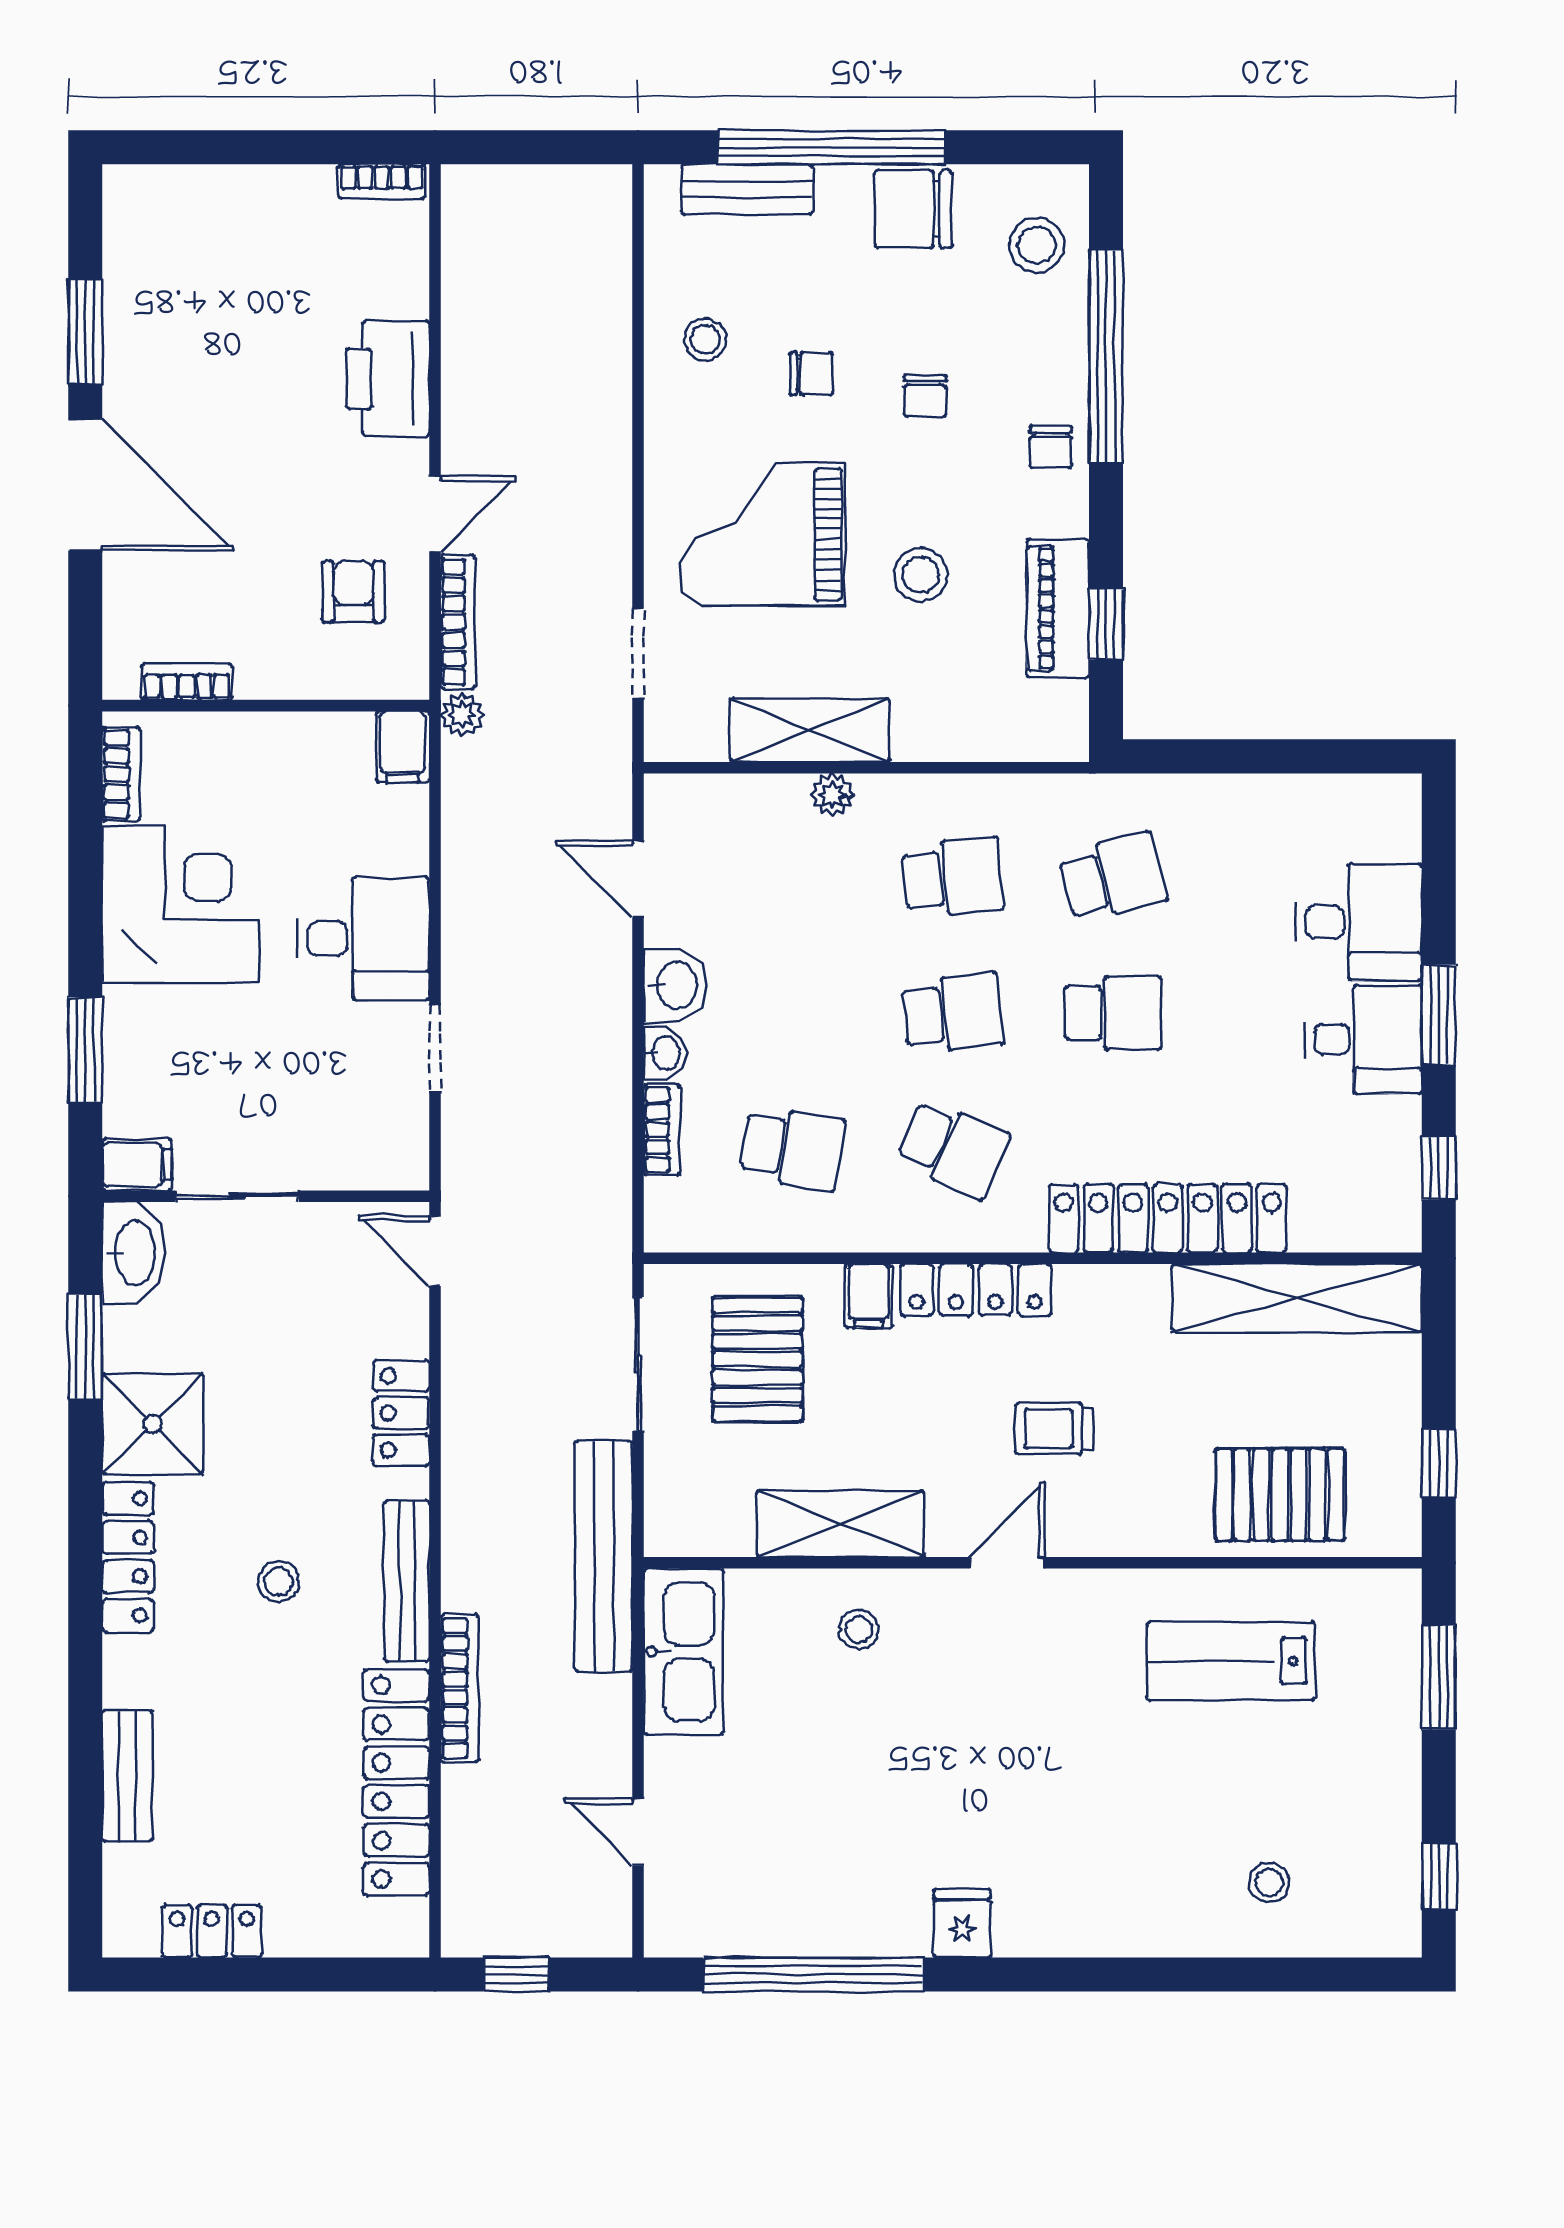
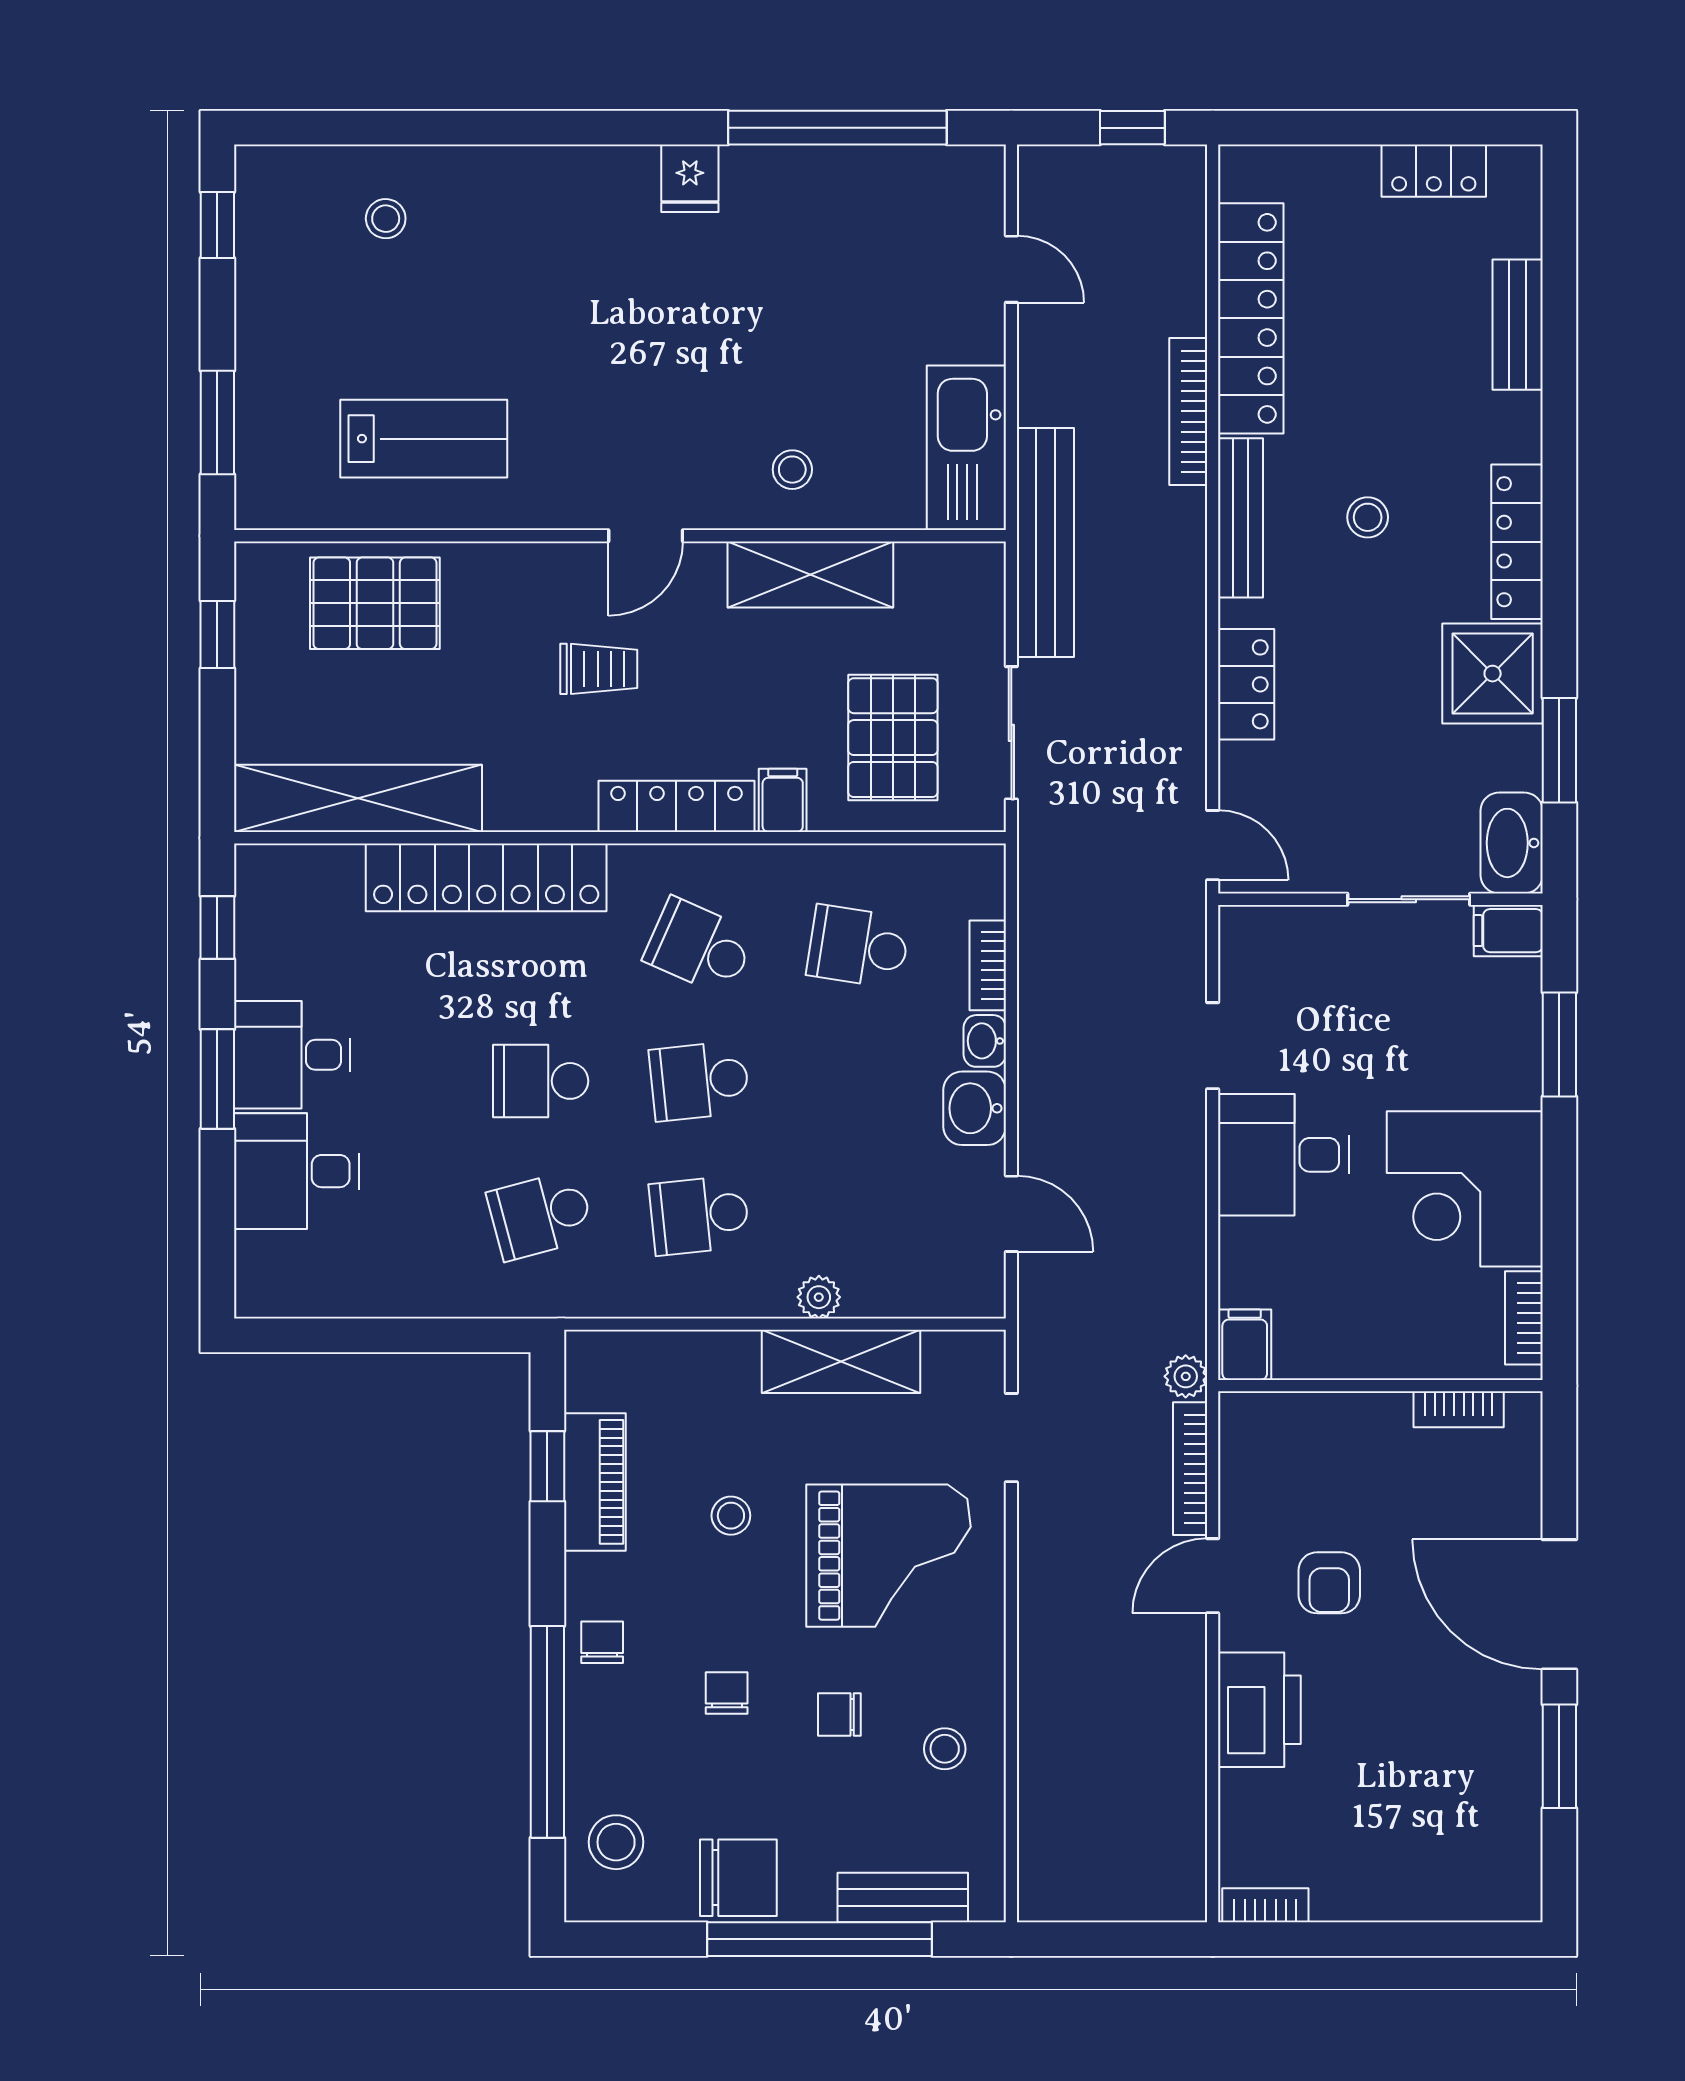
stool: (921, 575) -> (731, 1516), width x0.73, depth x0.73
armchair: (353, 592) -> (1329, 1583), moved

